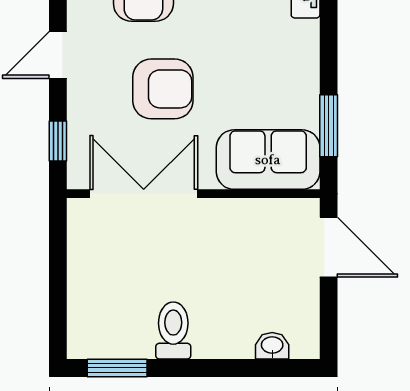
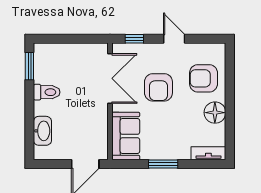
window: (329, 126) -> (163, 164), moved
washbasin: (272, 346) -> (42, 131), width x1.91, depth x1.45

